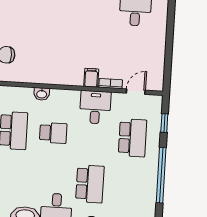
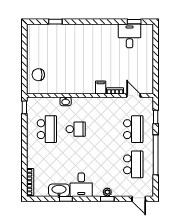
door: (136, 92) -> (133, 96), hinge flipped
desk: (95, 107) -> (105, 109), removed
school desk: (90, 184) -> (133, 164), moved

